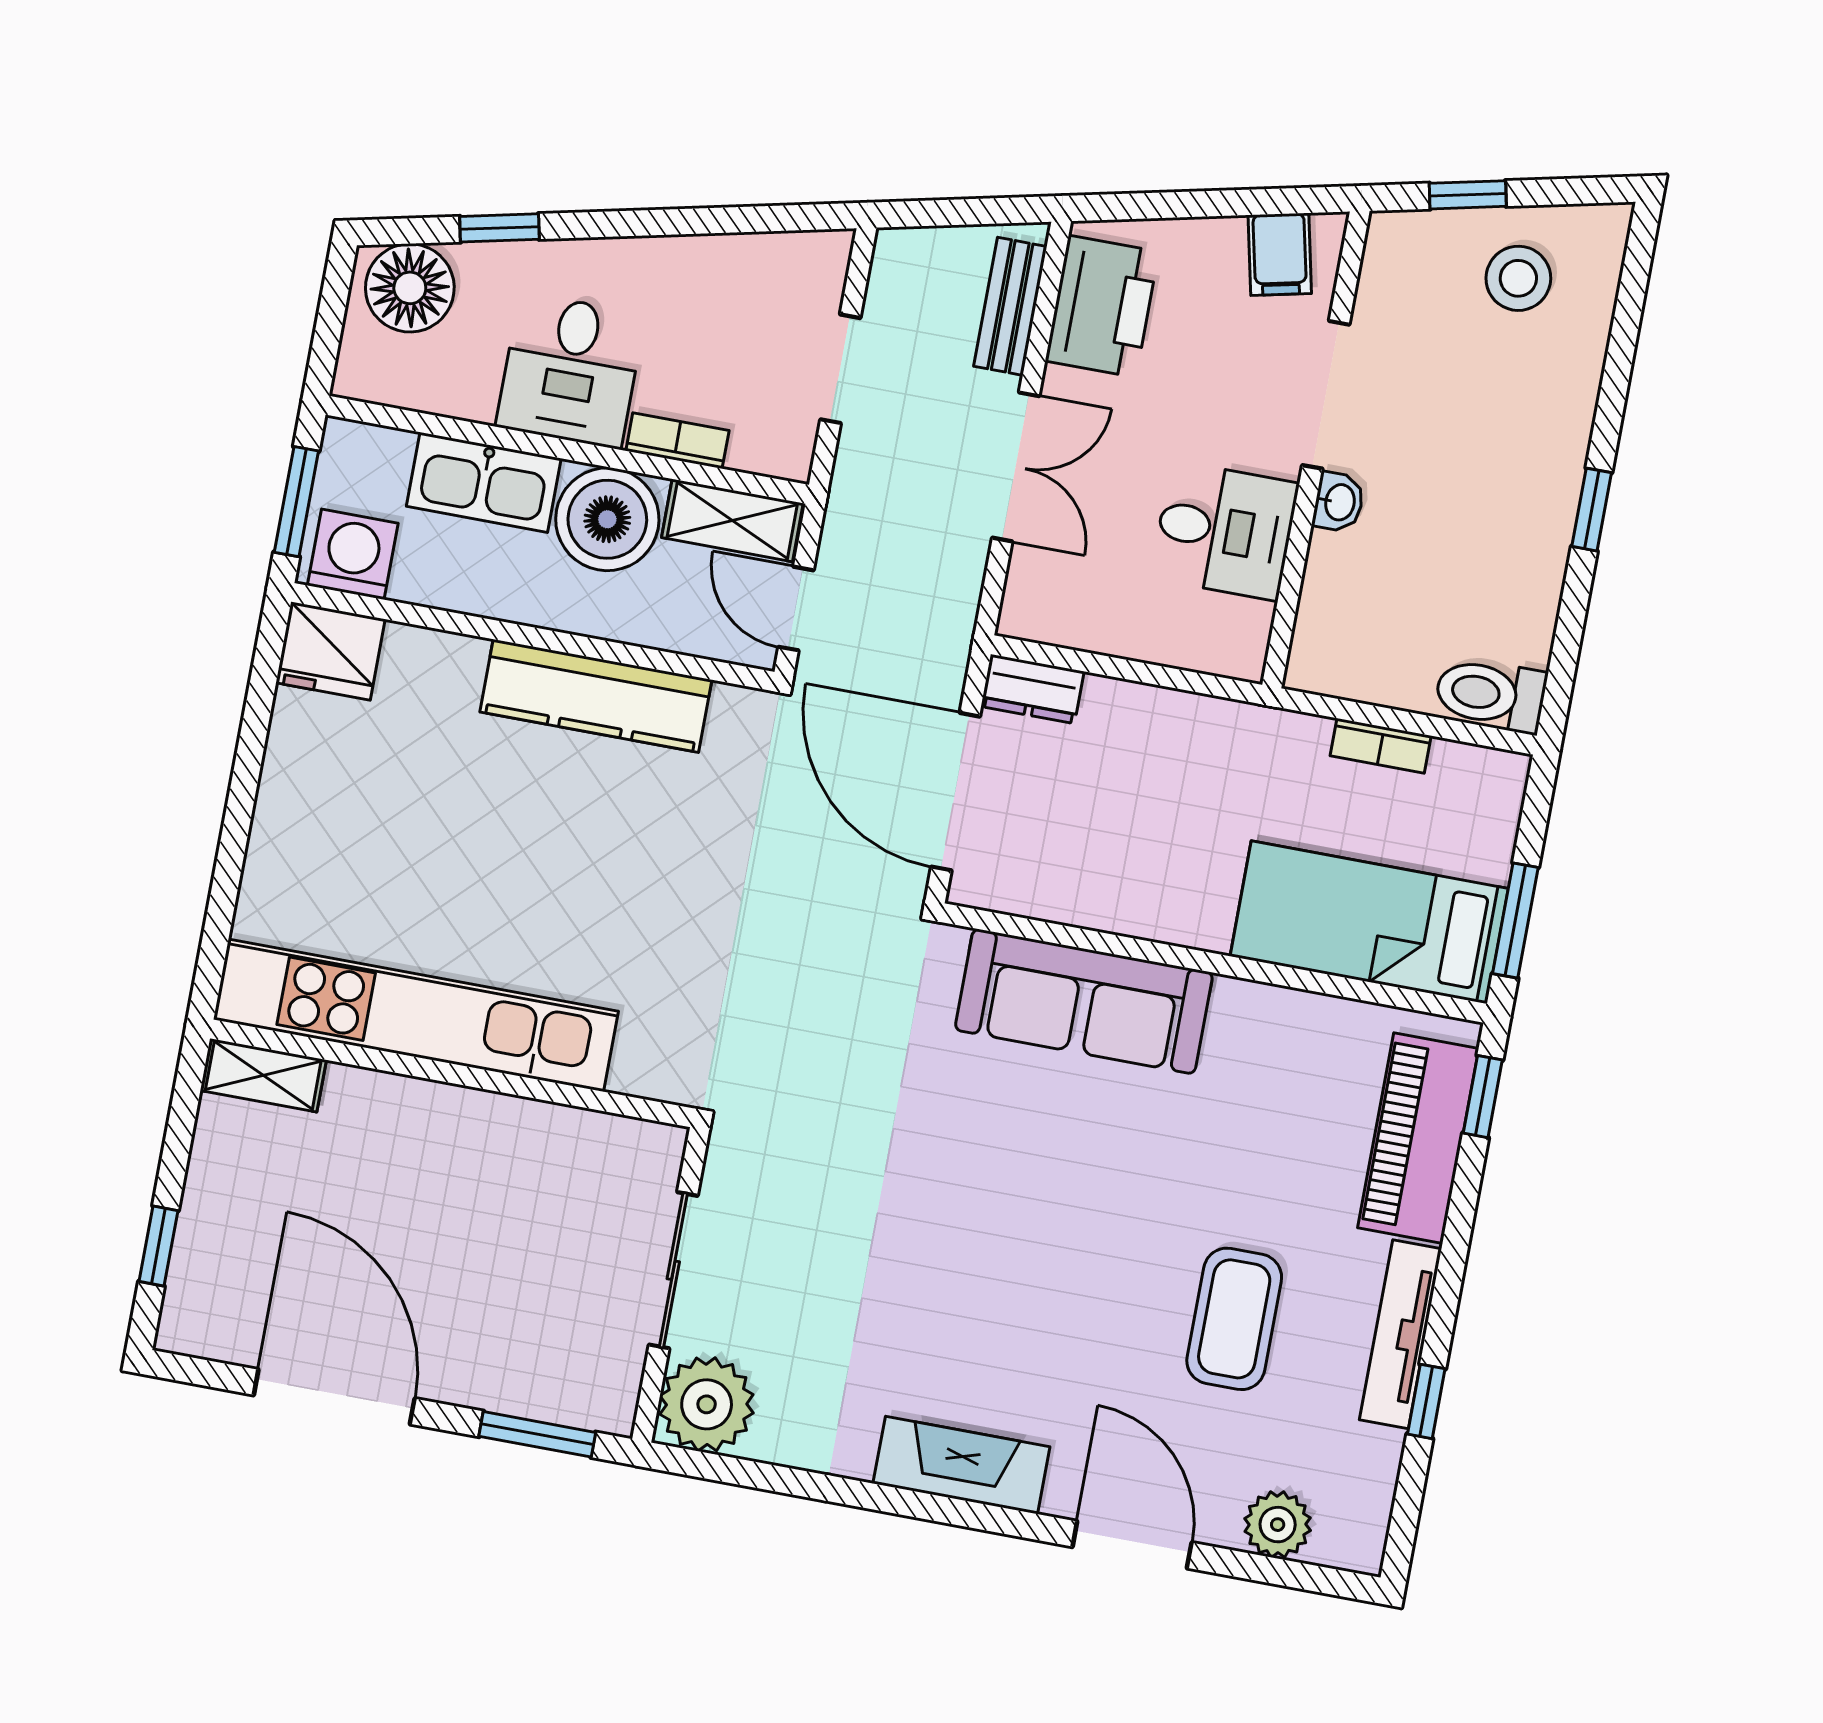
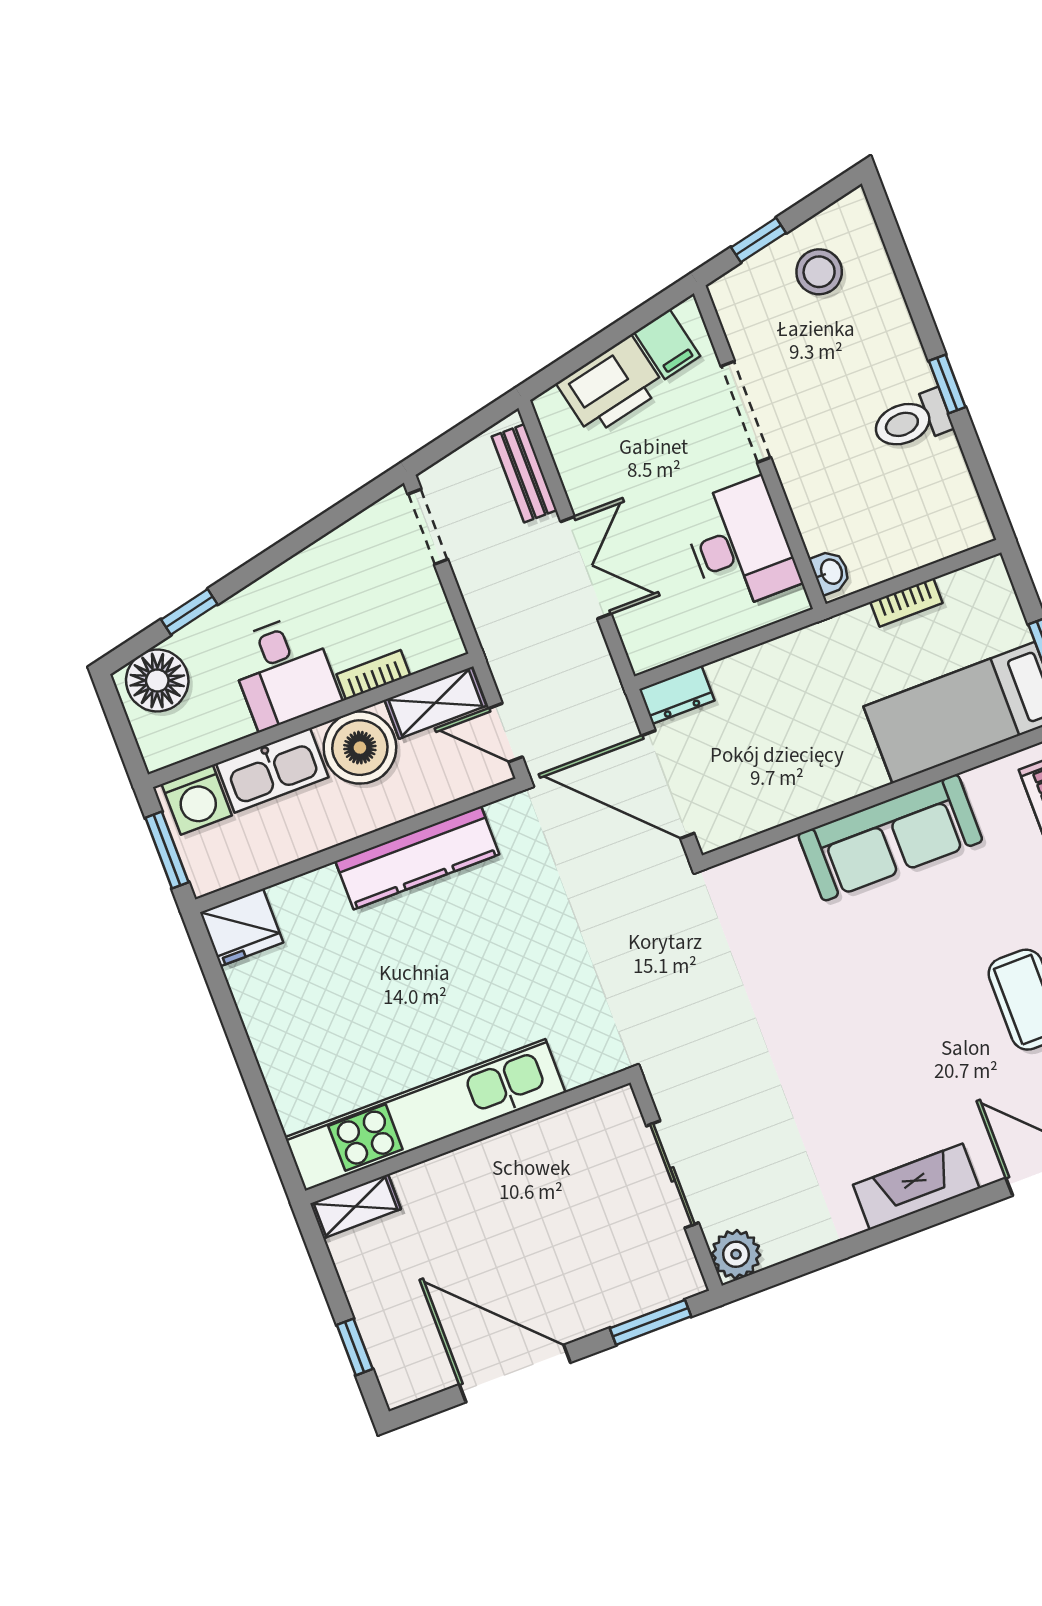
printer: (1102, 306) -> (611, 386), moved, turned 78
doorway: (840, 369) -> (428, 527), moved
washbasin: (1339, 502) -> (831, 572), moved
desk: (1225, 531) -> (740, 545), width x1.37
washing machine: (353, 554) -> (197, 800), moved, turned 180
toilet: (1490, 694) -> (912, 421), moved
sofa: (1084, 1001) -> (890, 838), moved
plant: (707, 1404) -> (736, 1254), width x0.73, depth x0.73

